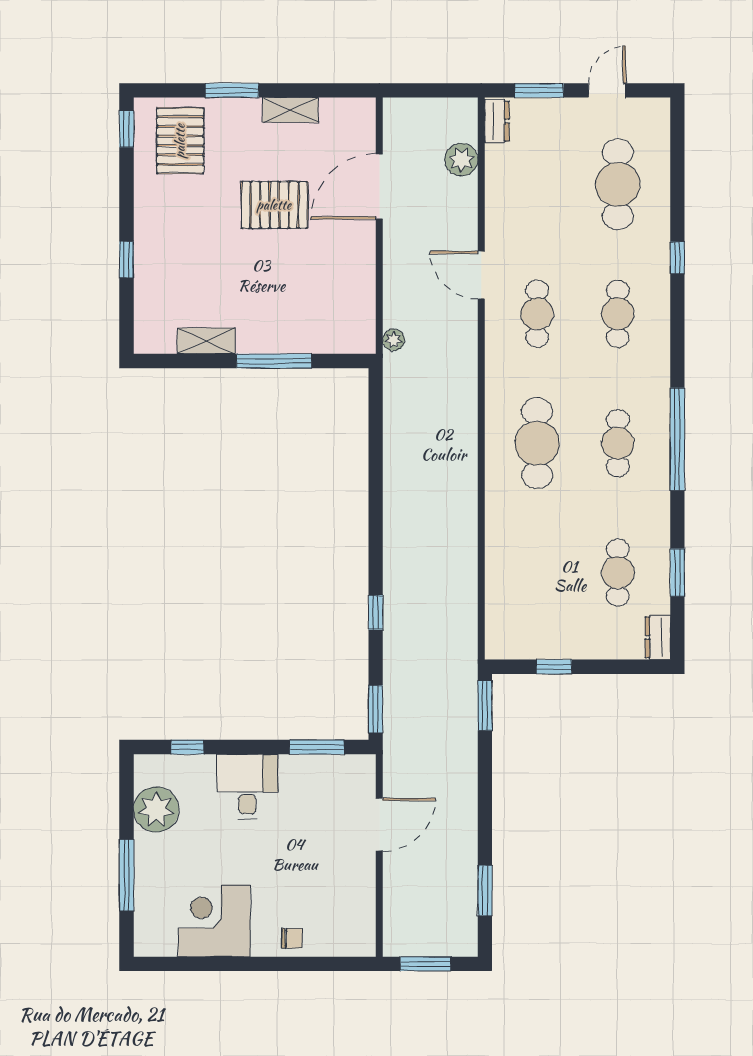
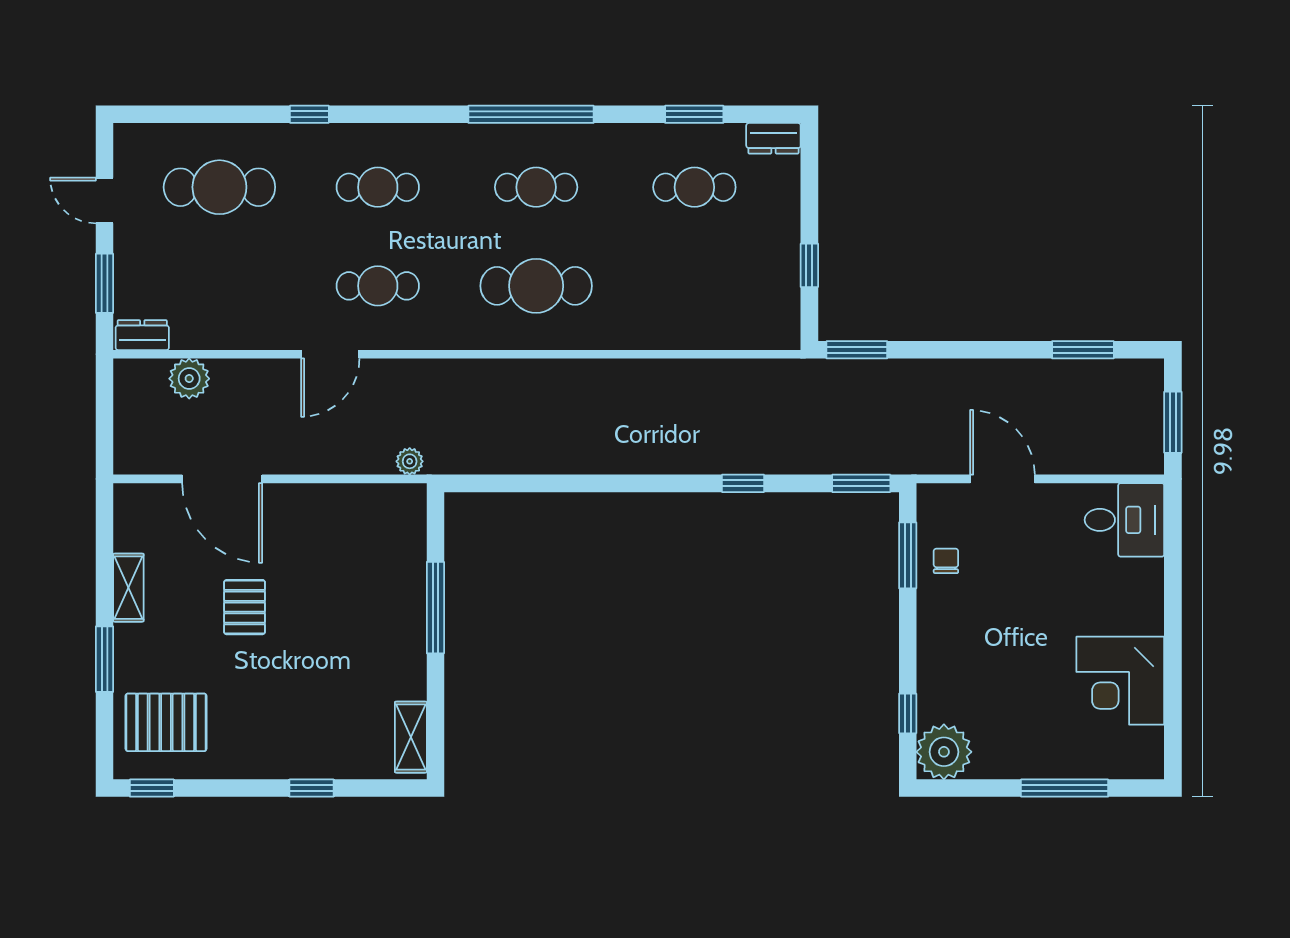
pallet: (274, 205) -> (245, 607), width x0.67, depth x0.71
shelving: (206, 341) -> (411, 737), moved
desk: (247, 787) -> (1124, 520), moved, turned 180
plant: (156, 809) -> (944, 752), moved
chair: (292, 938) -> (946, 561), moved

